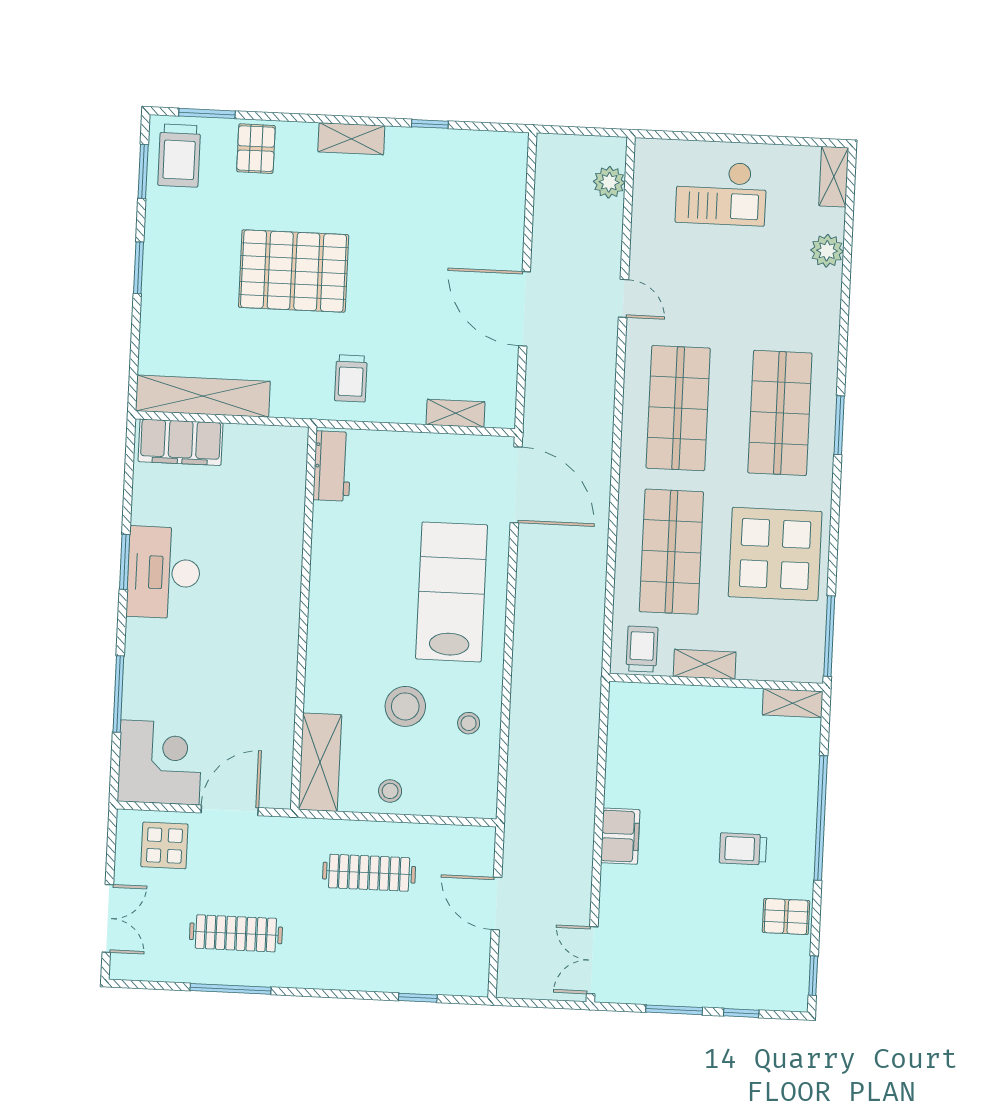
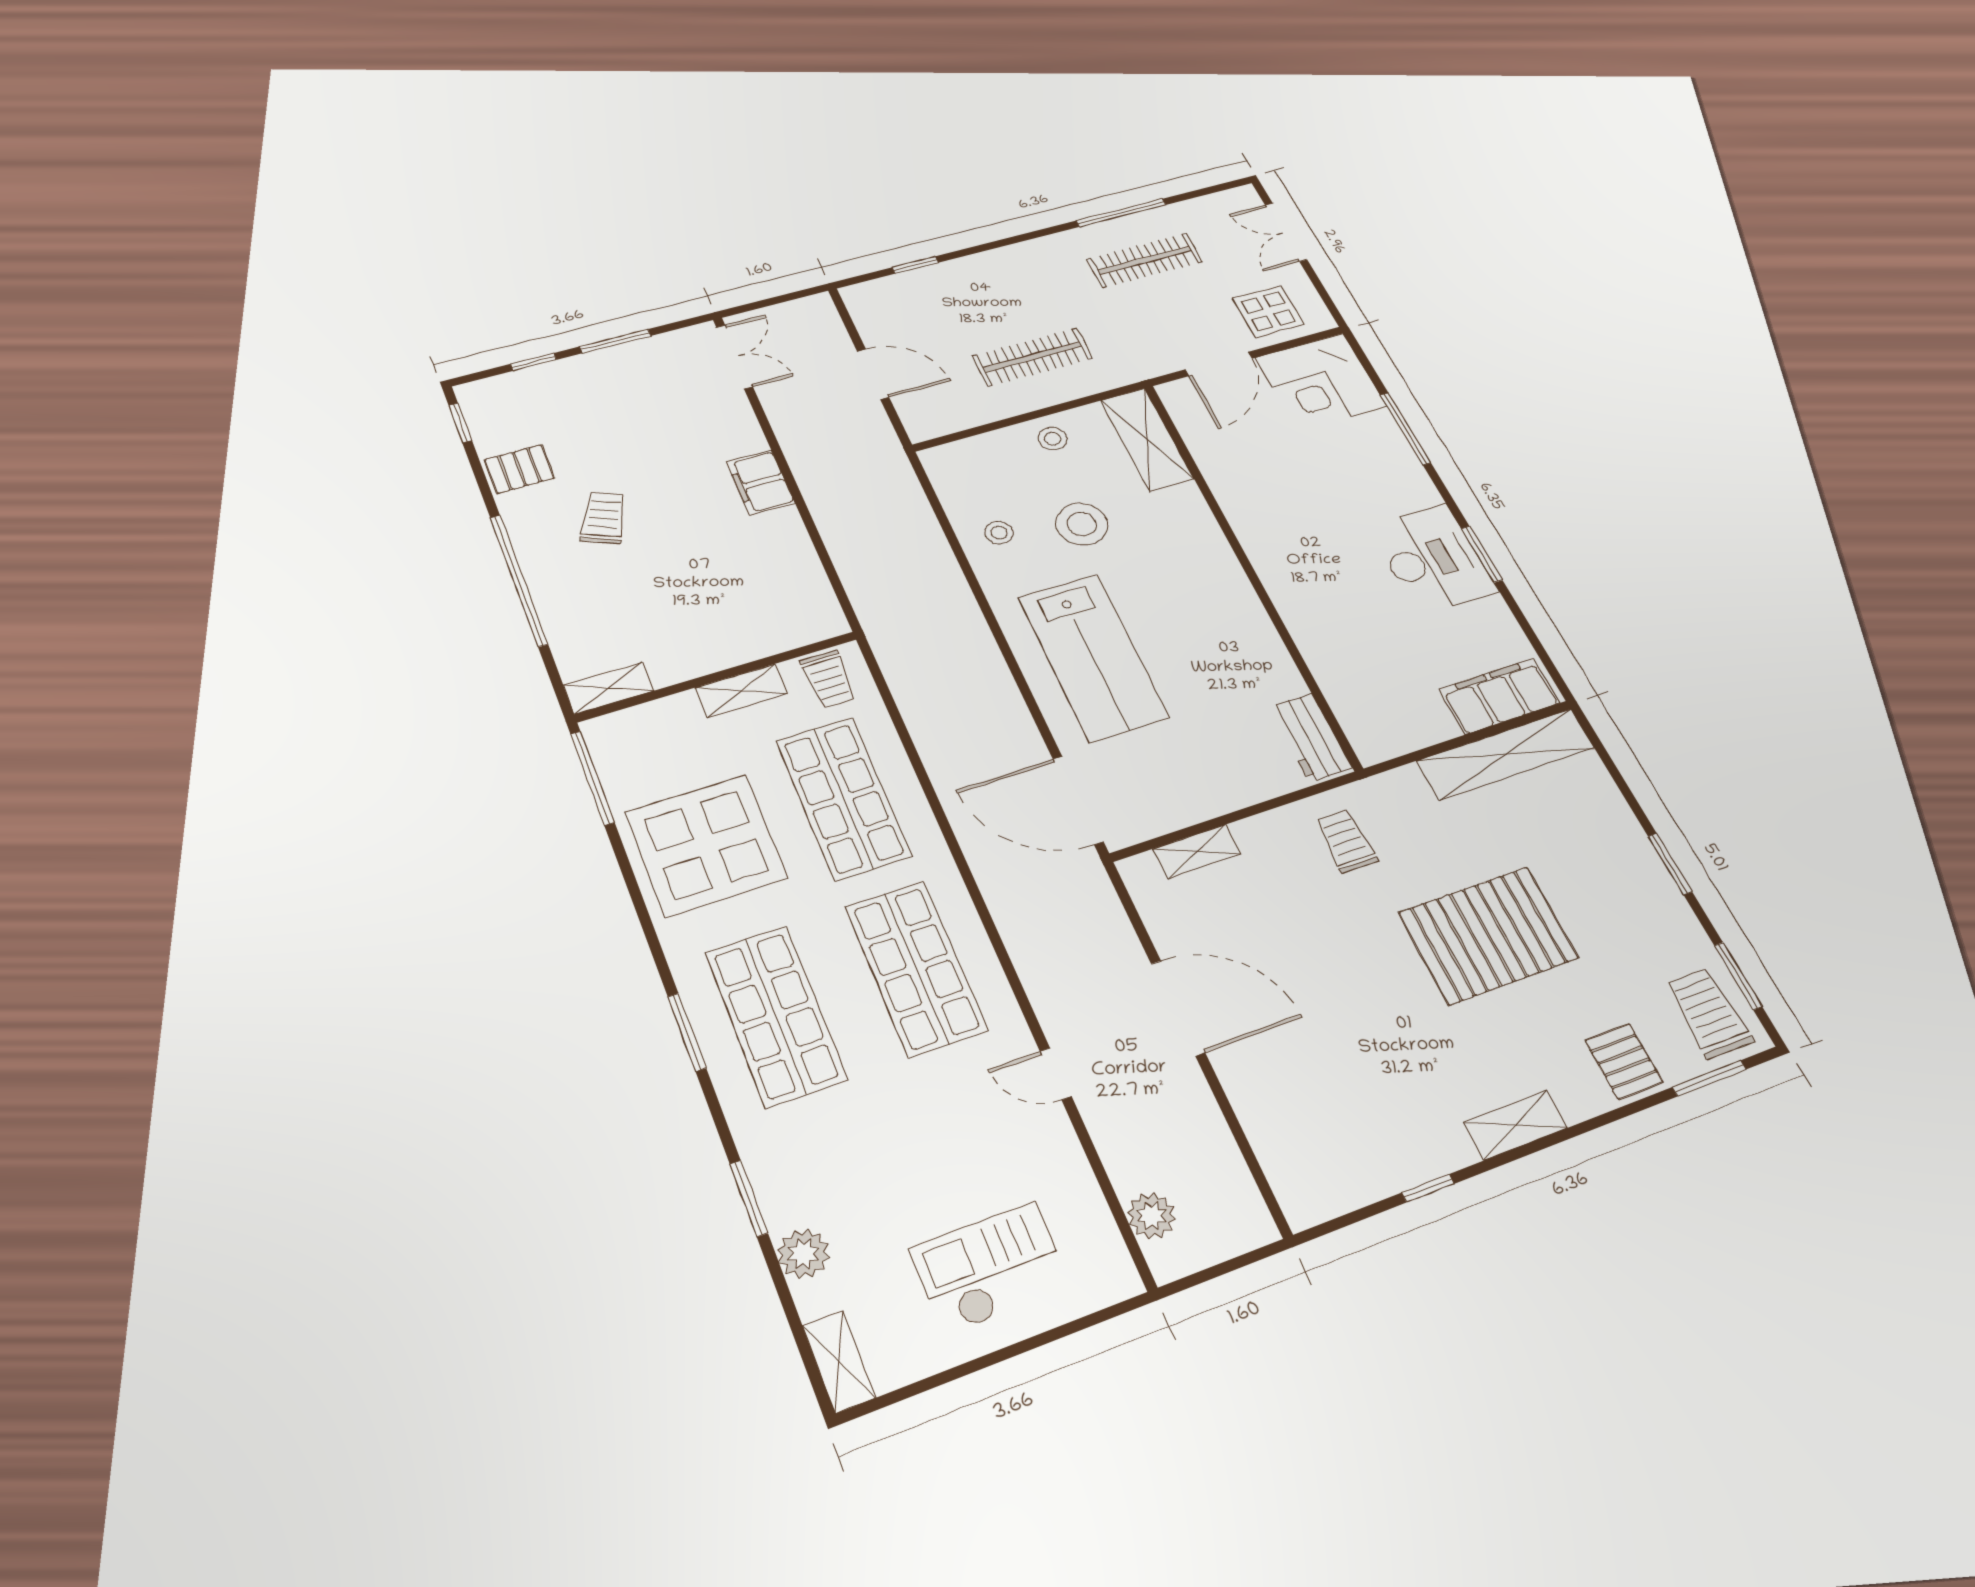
window: (845, 299) -> (749, 1198), added
trolley: (743, 849) -> (604, 518), turned -66

